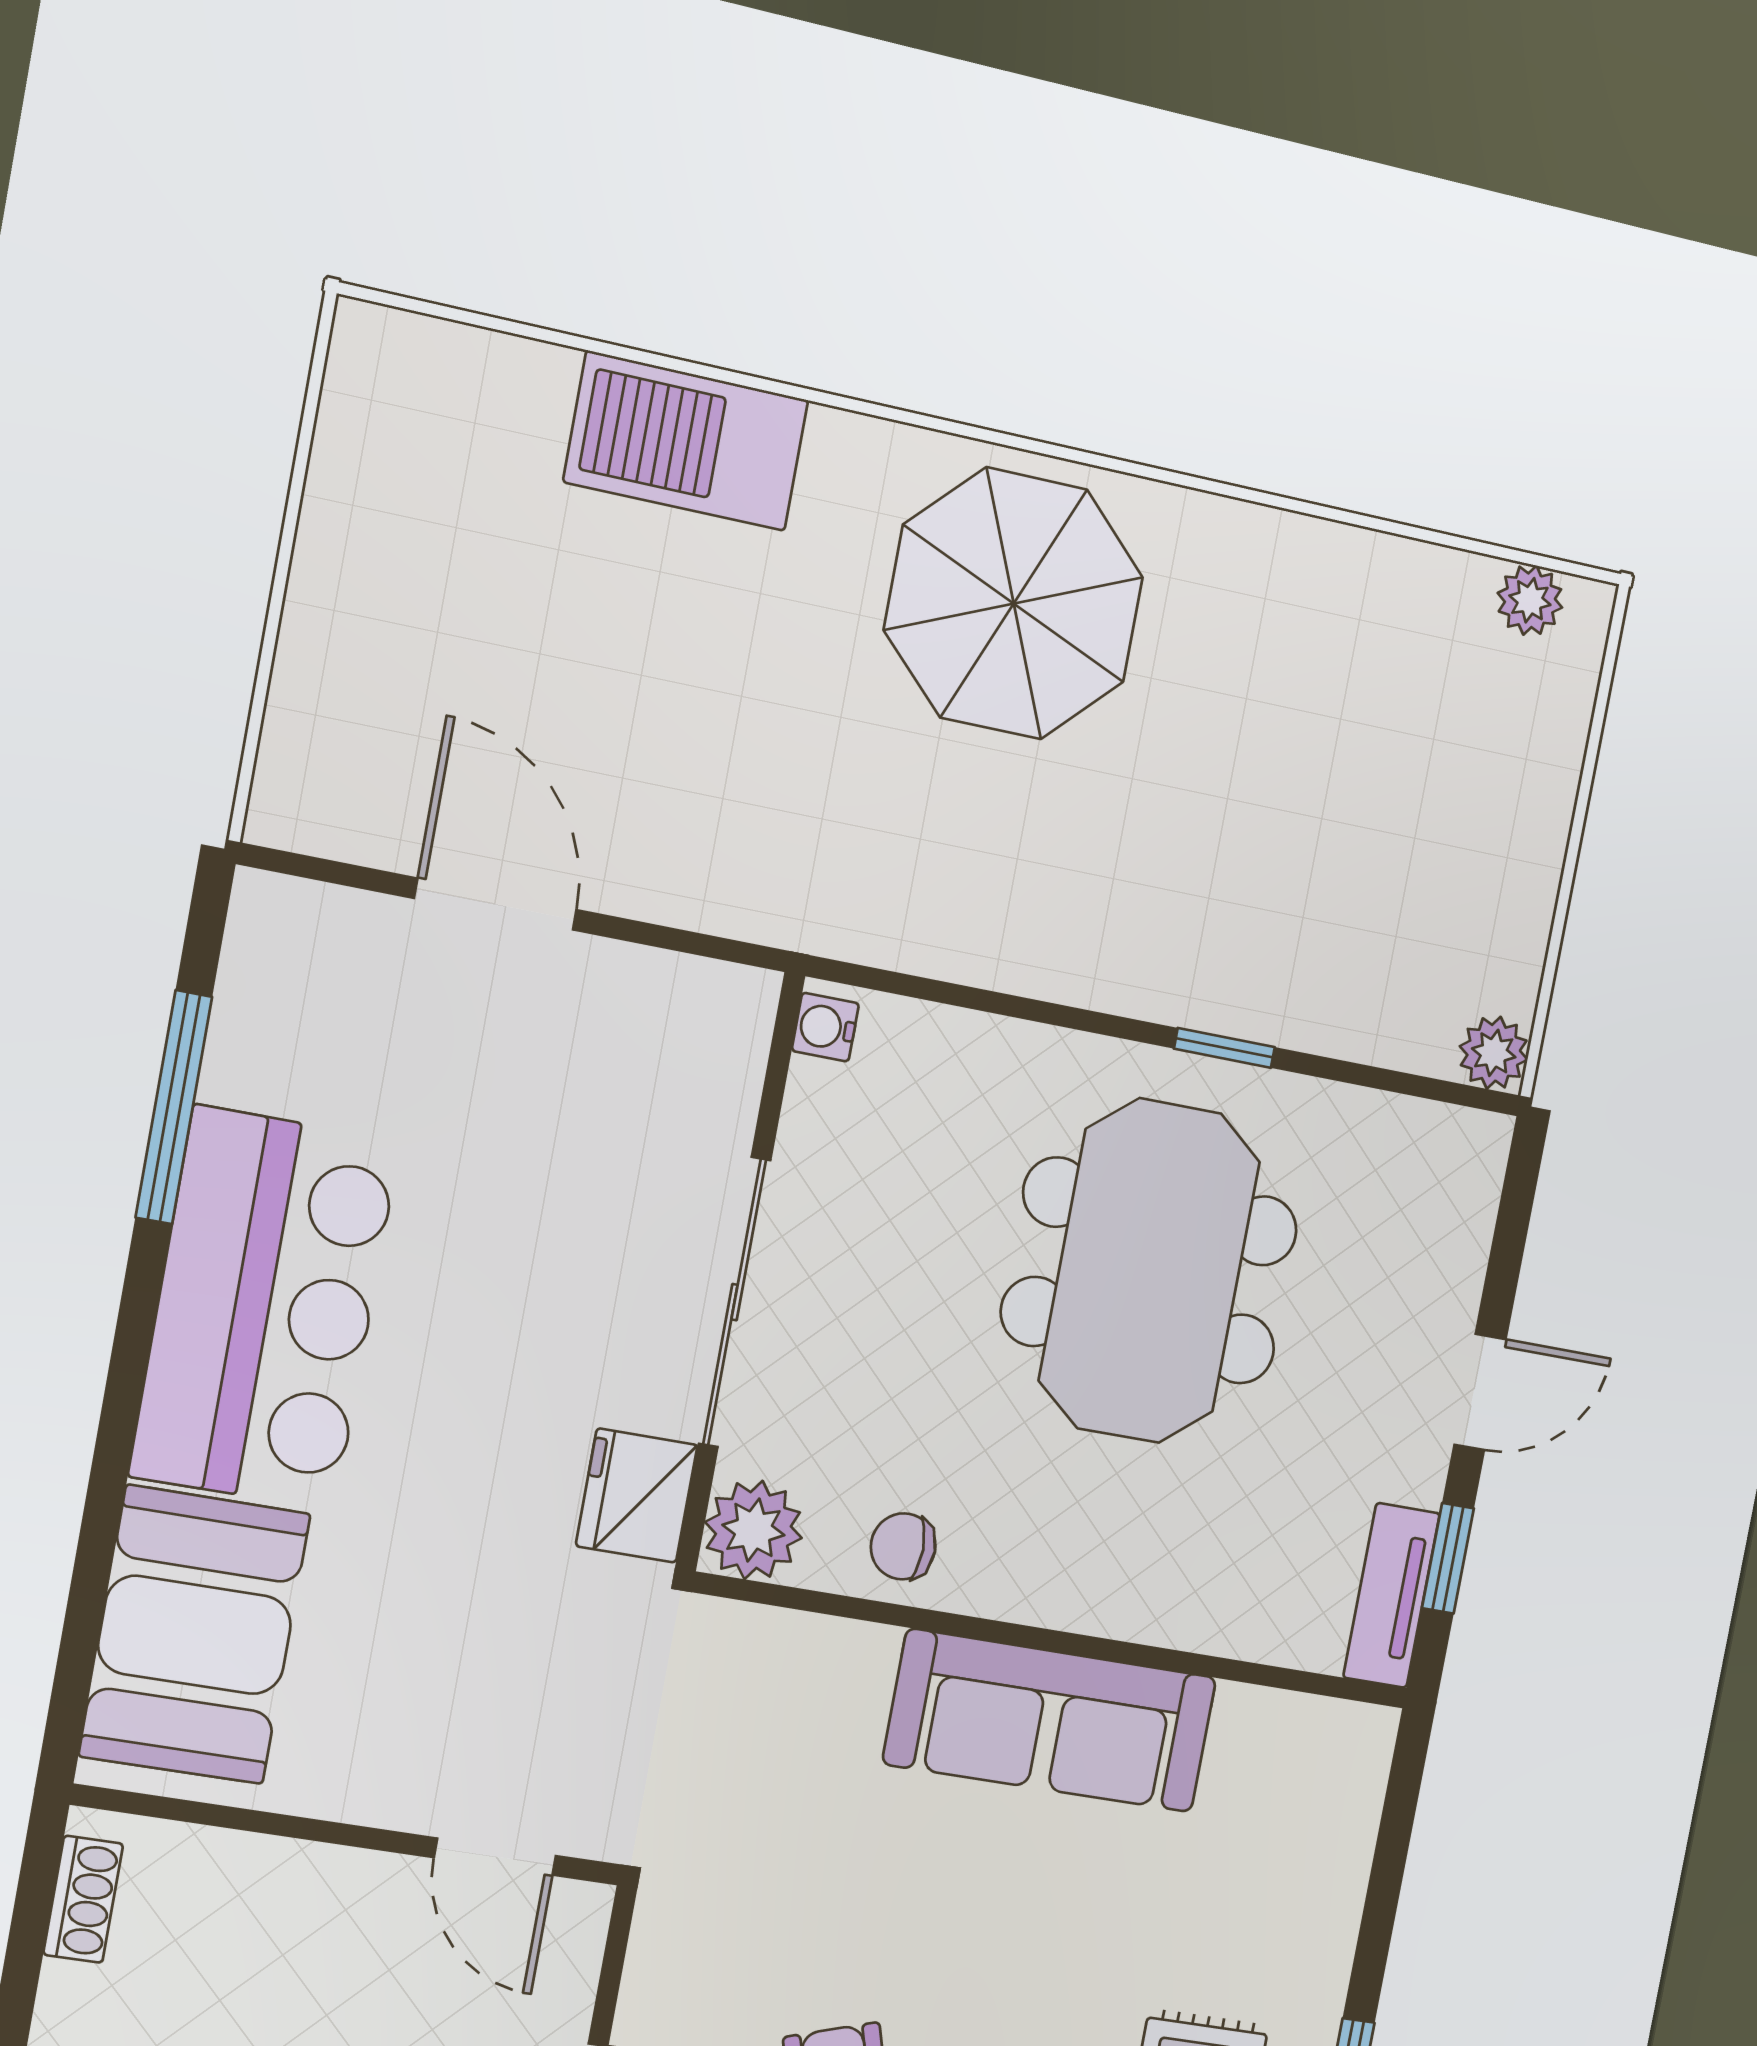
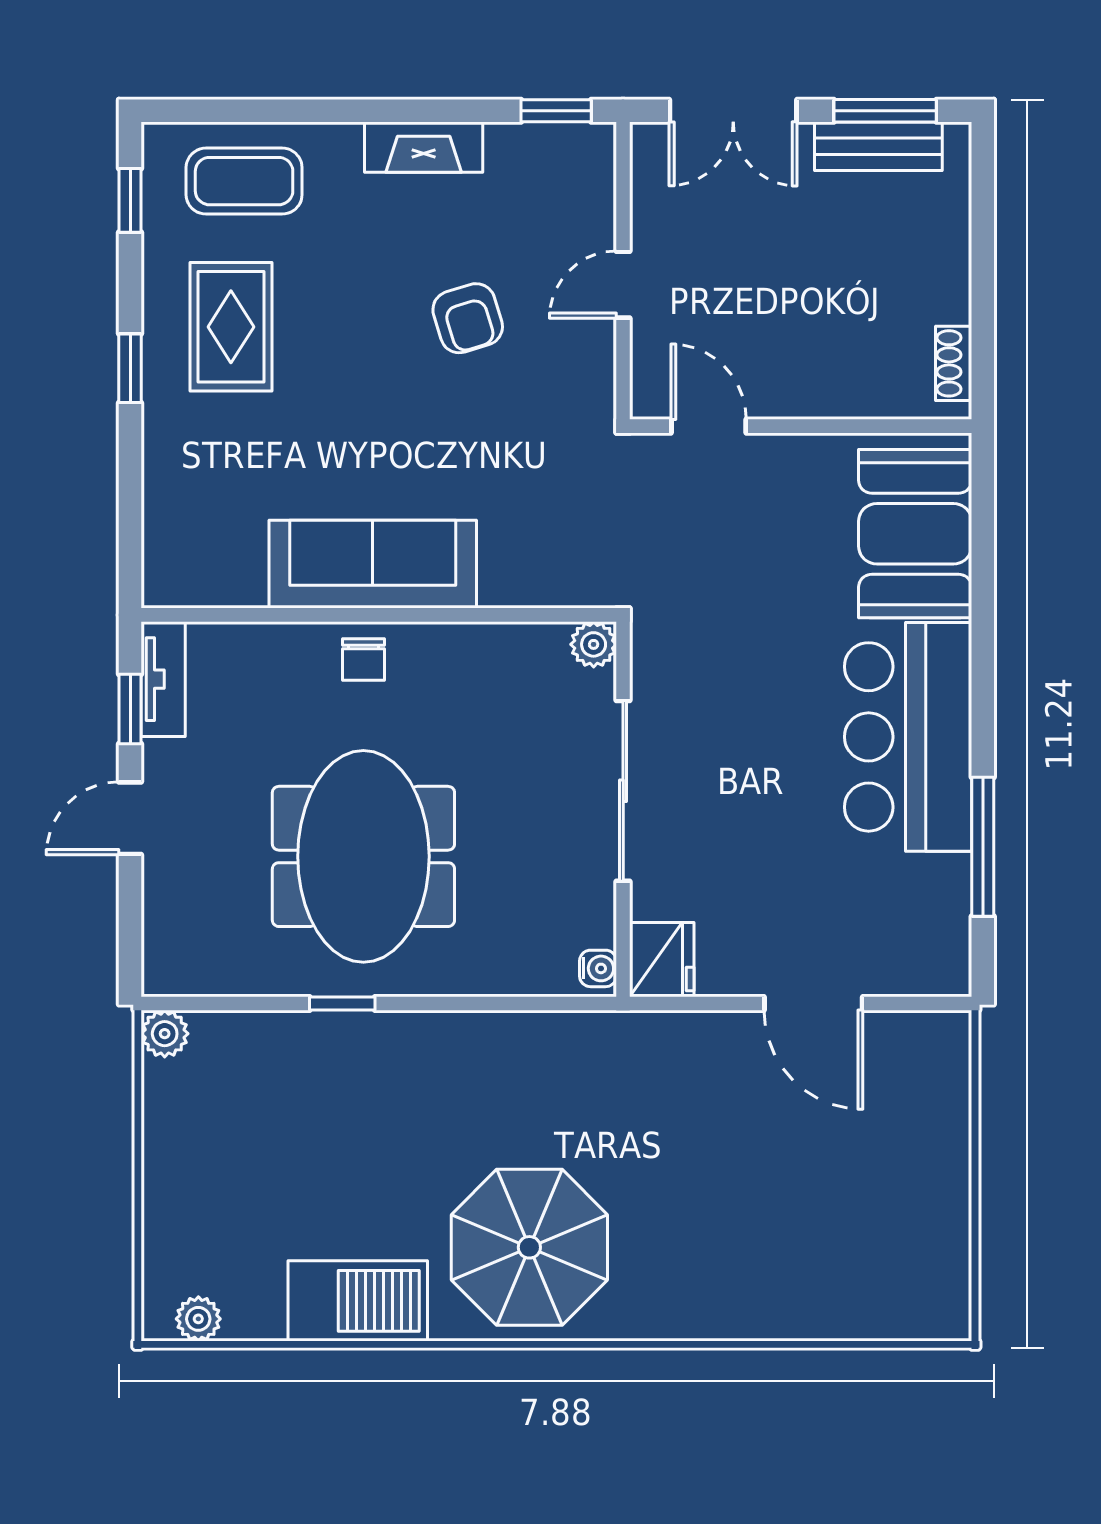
barbecue: (686, 441) -> (358, 1301), moved
fridge: (637, 1496) -> (662, 960), moved
plant: (753, 1530) -> (594, 644), width x0.73, depth x0.73
chair: (903, 1546) -> (364, 660), moved, turned 90

